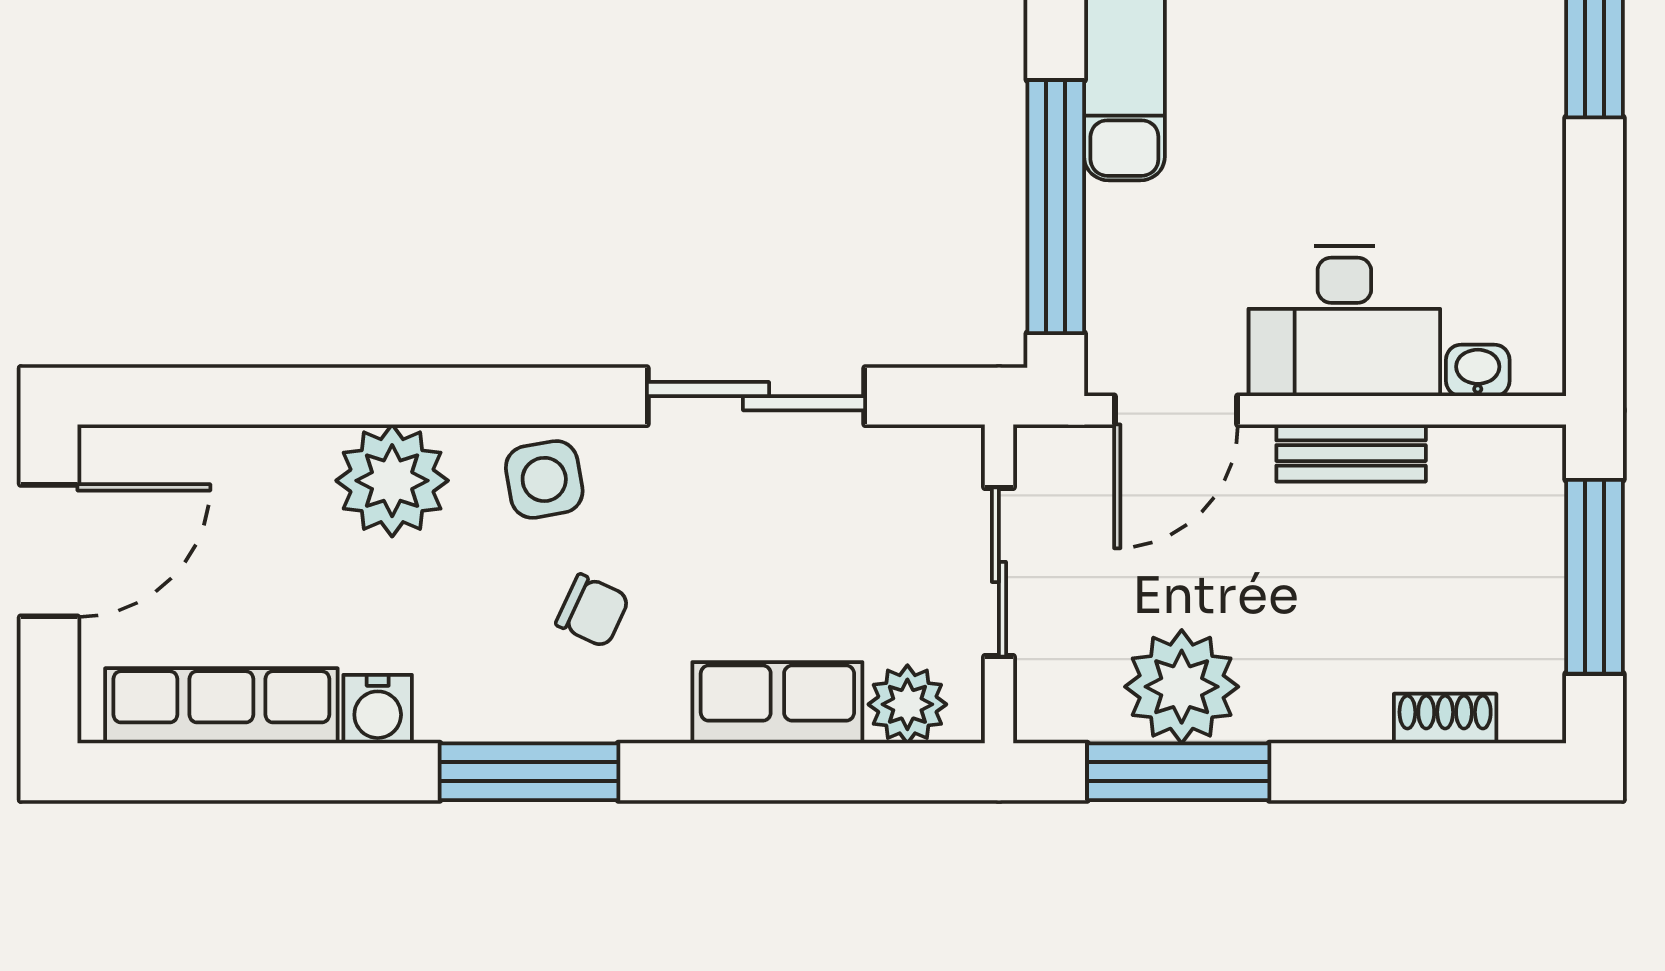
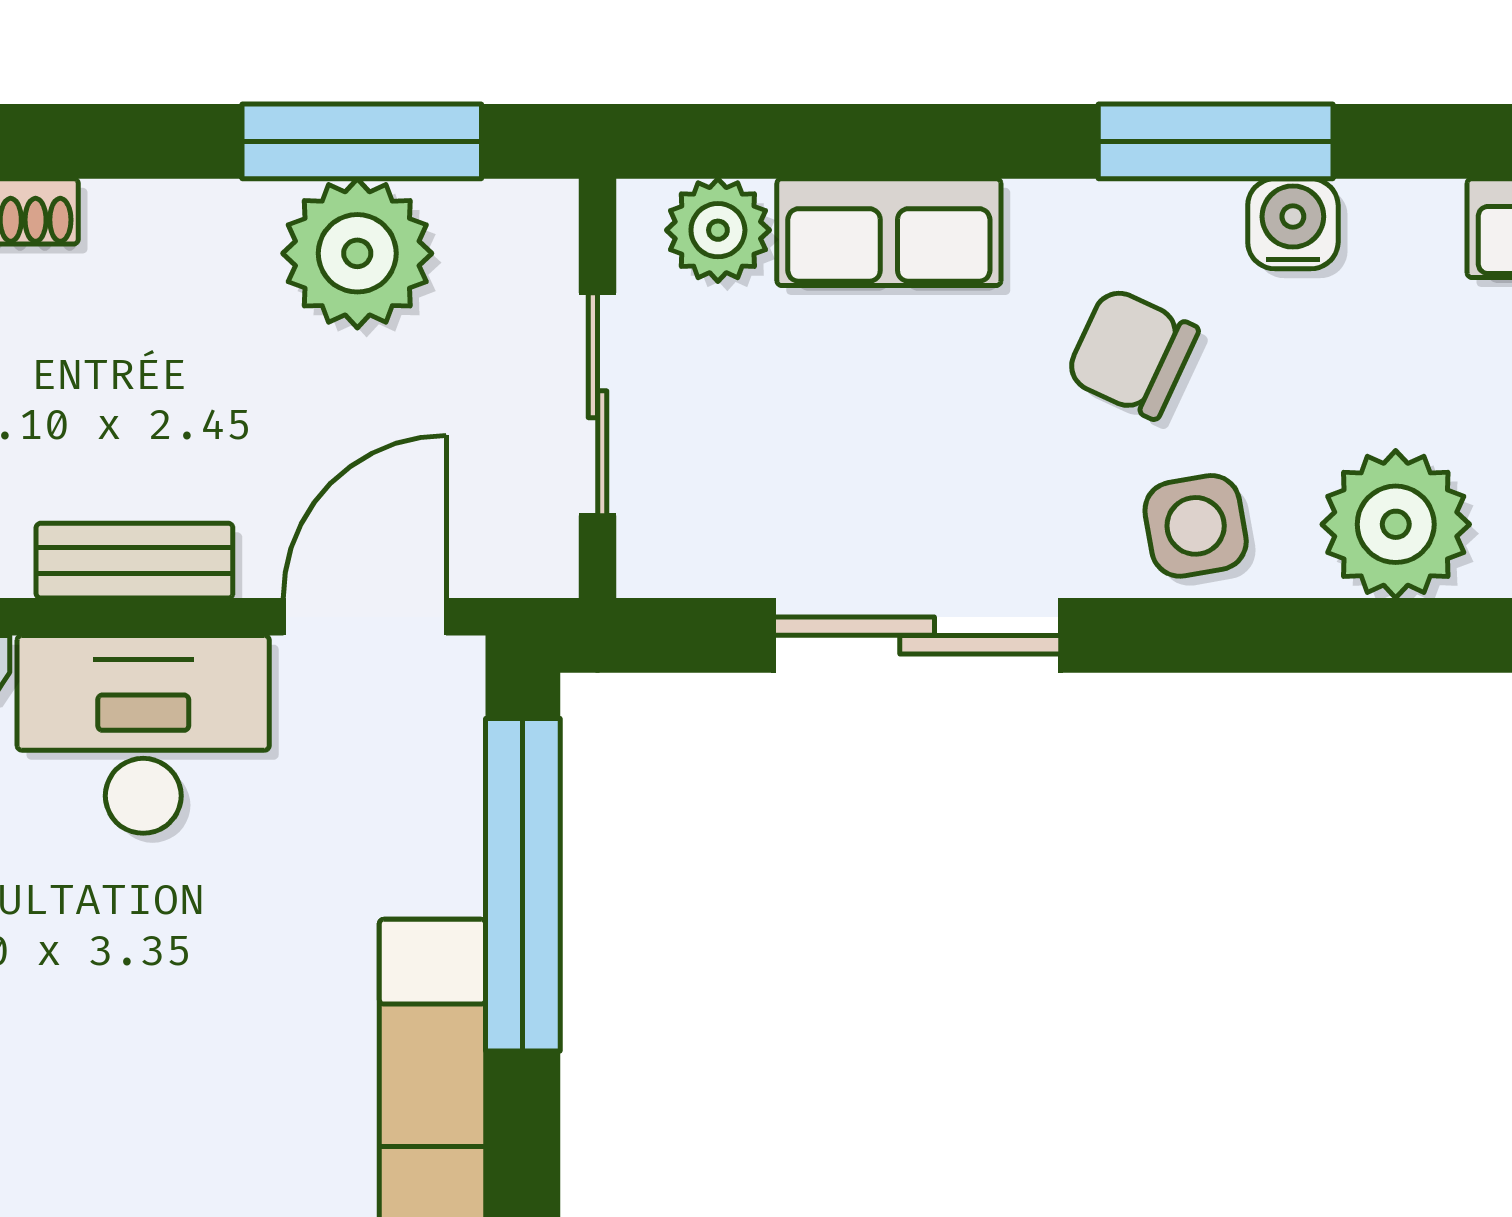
chair: (593, 611) -> (1132, 353), width x1.37, depth x1.37
water cooler: (378, 709) -> (1293, 224), moved

